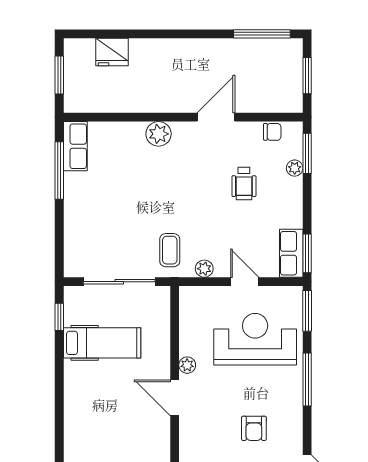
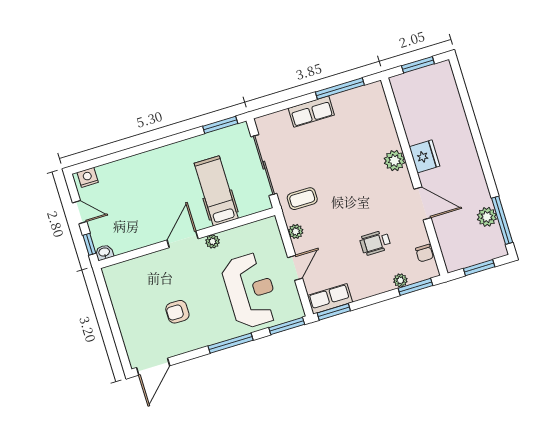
plant: (253, 50) -> (487, 217), added
fridge: (112, 52) -> (424, 156), moved, turned 180
row of seats: (75, 146) -> (311, 112), moved
window: (59, 317) -> (220, 125), width x1.50
hospital bed: (102, 343) -> (216, 191), moved, turned 180

